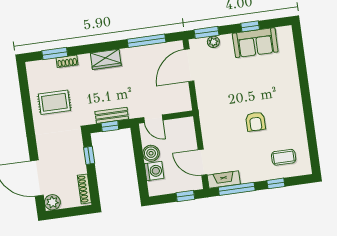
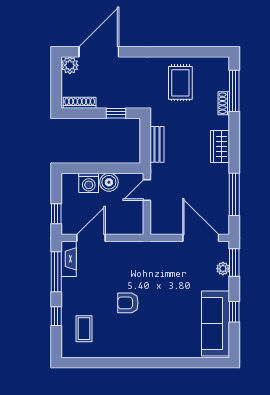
sofa: (255, 43) -> (216, 323), width x1.36
window: (55, 54) -> (234, 91), width x1.44
window: (110, 126) -> (145, 141), removed

